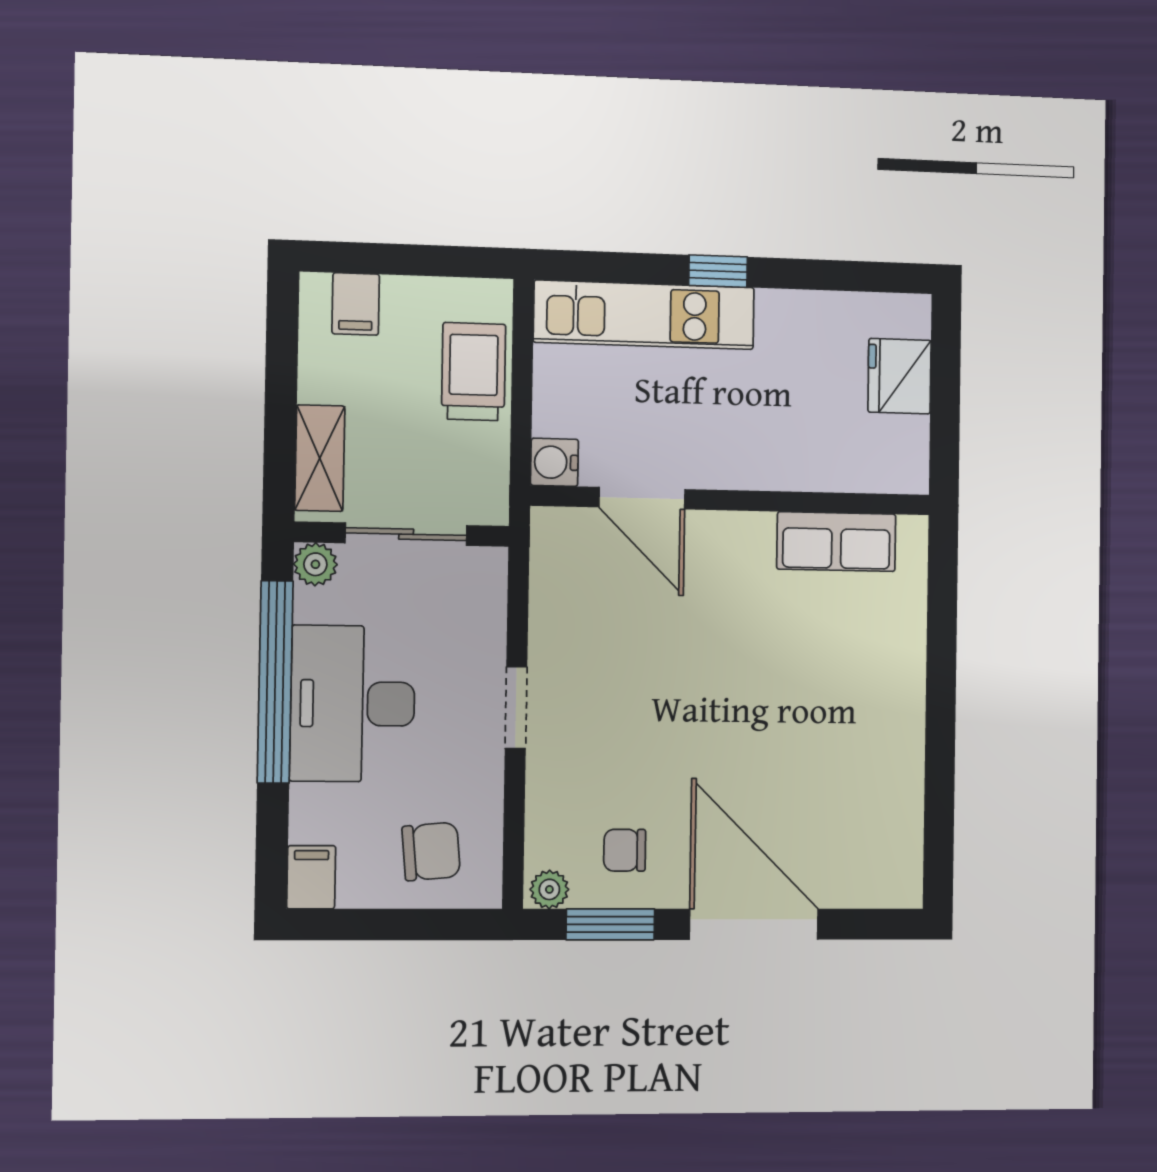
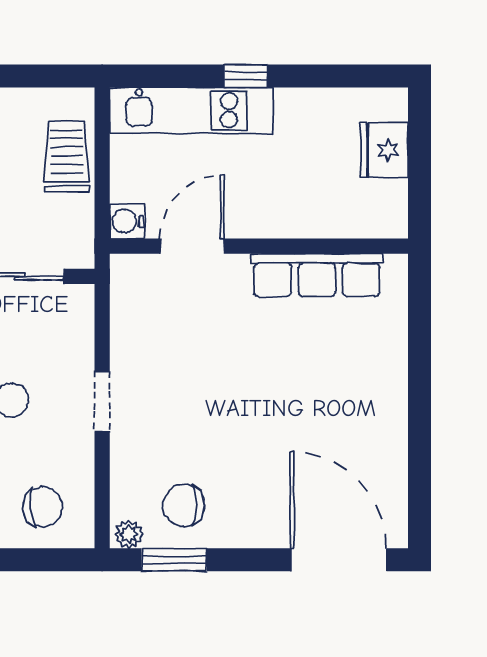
door: (642, 498) -> (192, 246), swing flipped
row of seats: (836, 542) -> (317, 275), width x1.48
chair: (625, 850) -> (184, 505), width x1.37, depth x1.37
door: (754, 924) -> (338, 560), moved

